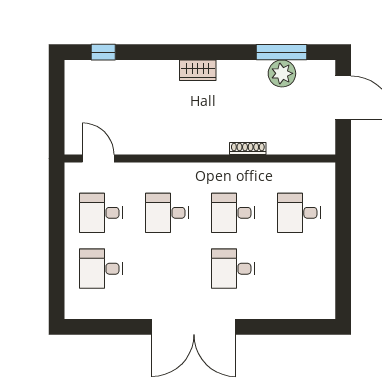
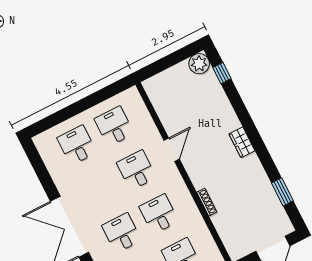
window: (282, 52) -> (282, 192), width x0.69
plant: (282, 73) -> (199, 64), moved
door: (98, 159) -> (172, 150), moved

